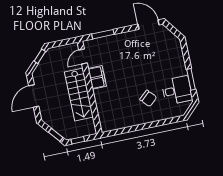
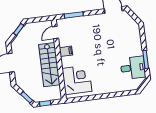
filing cabinet: (97, 77) -> (66, 51), width x0.50
chair: (148, 98) -> (108, 73), removed
corner desk: (113, 110) -> (77, 80), added

